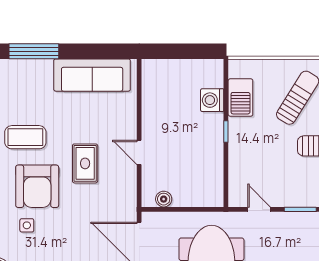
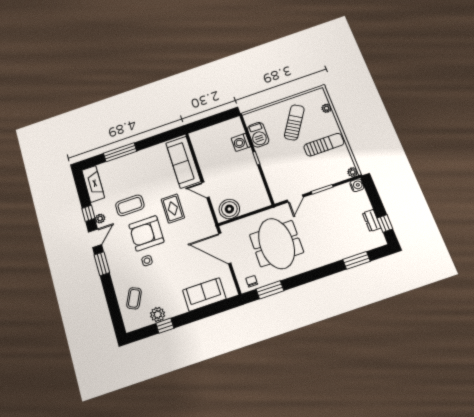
sofa: (92, 75) -> (183, 162), moved, turned 90
armchair: (37, 186) -> (146, 233), turned 90
boiler: (164, 199) -> (229, 209), width x1.86, depth x1.86
door: (259, 209) -> (295, 198), swing flipped

